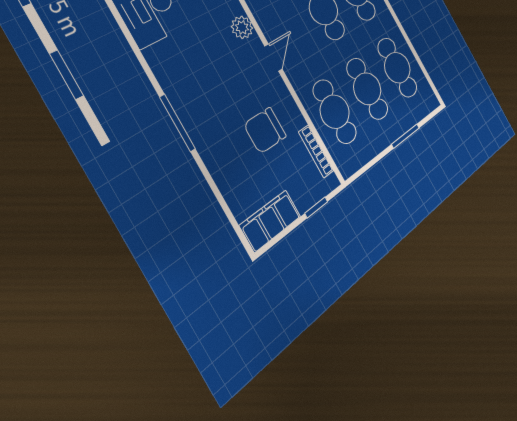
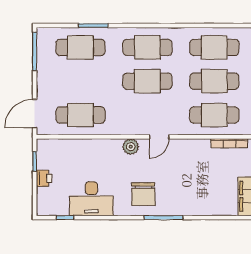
door: (274, 58) -> (159, 137), swing flipped
chair: (265, 130) -> (143, 194), moved

